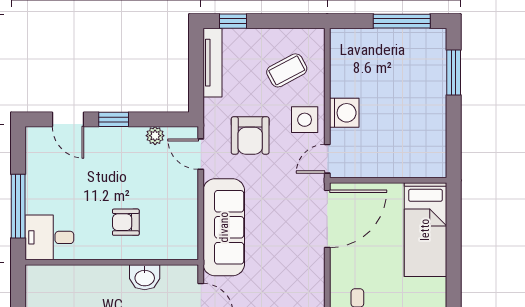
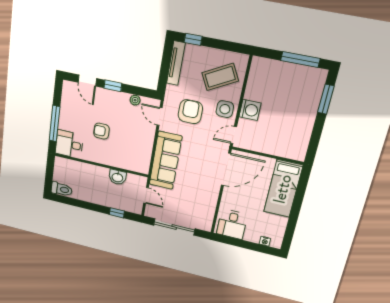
coffee table: (287, 70) -> (220, 77), width x1.36, depth x1.30
armchair: (250, 135) -> (190, 112), turned 180
armchair: (126, 222) -> (101, 131), moved

